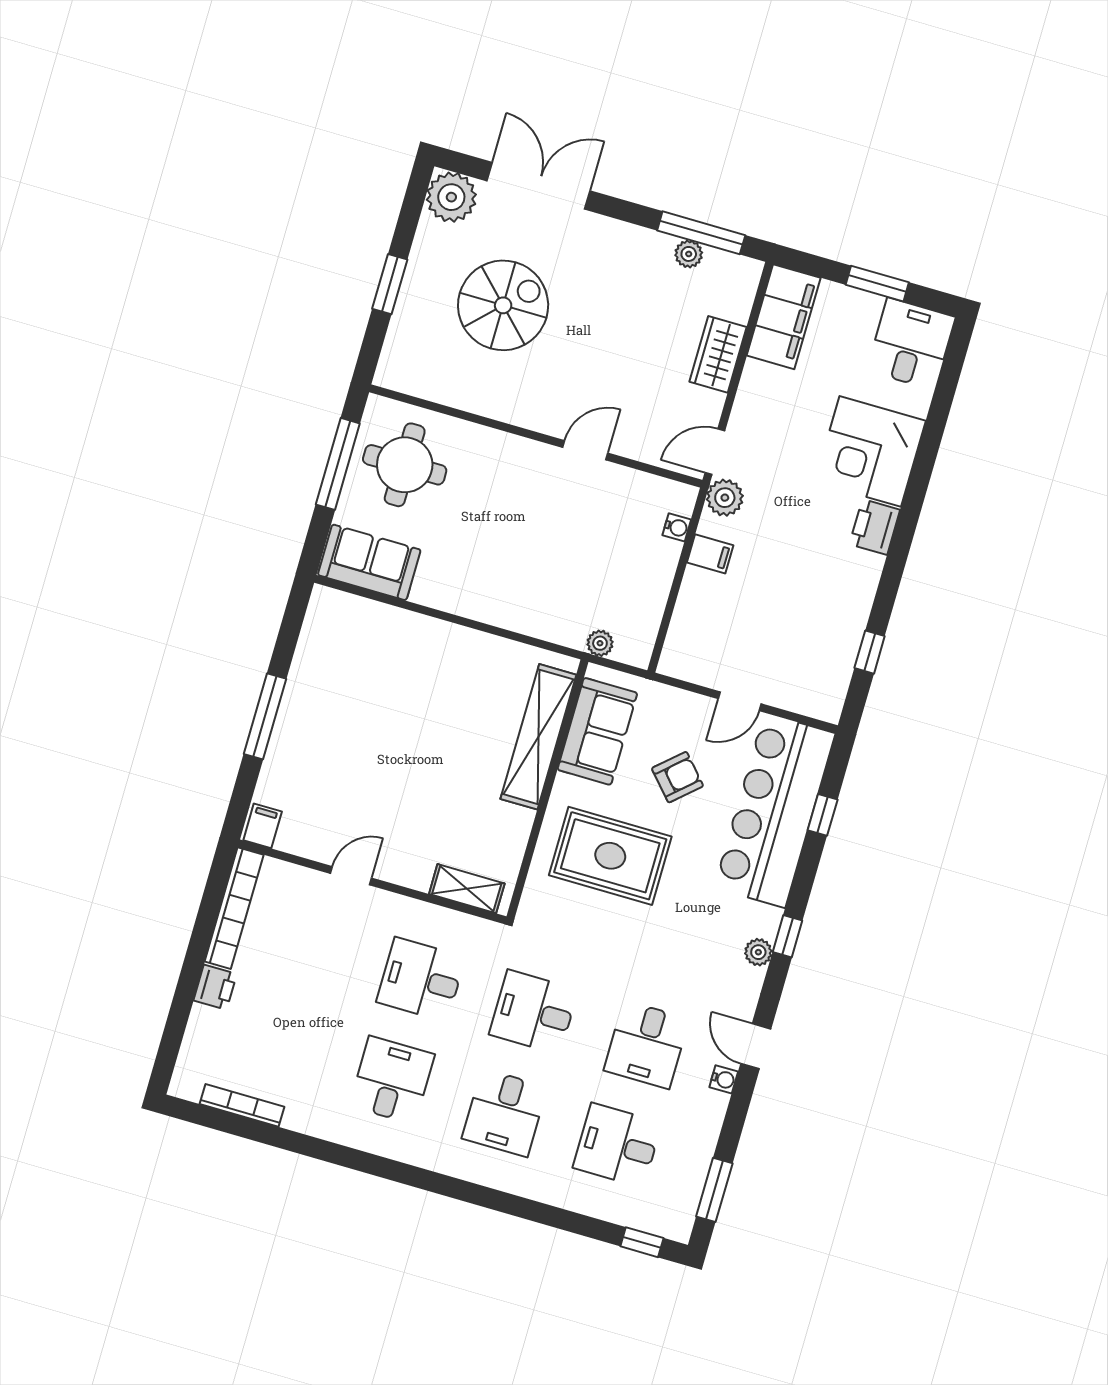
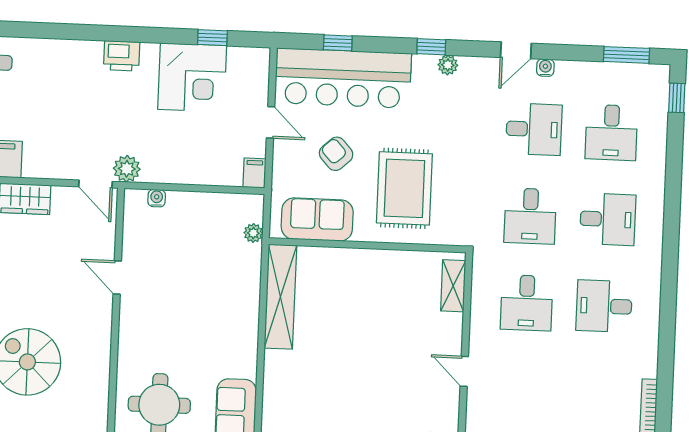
corner desk: (870, 451) -> (192, 77), moved
filing cabinet: (710, 554) -> (254, 173), moved
shelving: (538, 737) -> (280, 297), moved, turned 90

